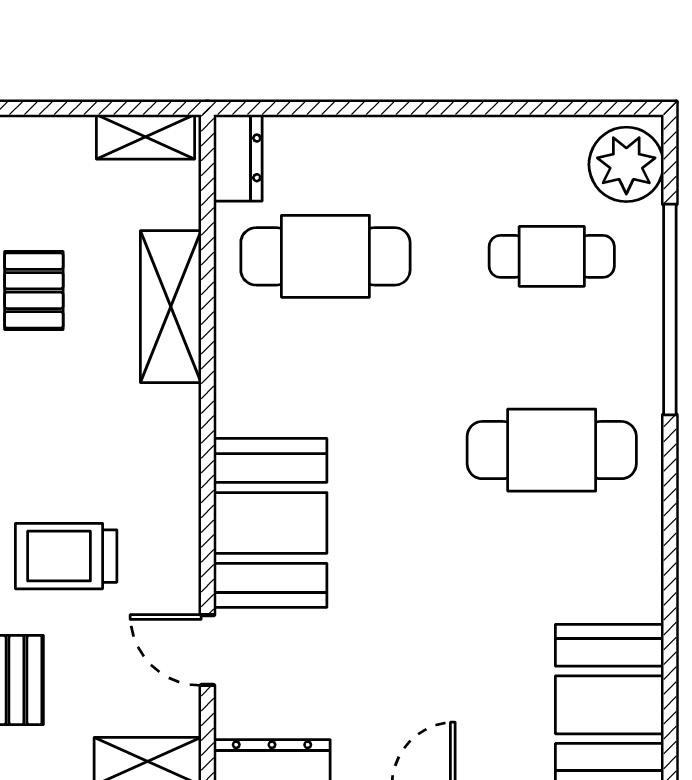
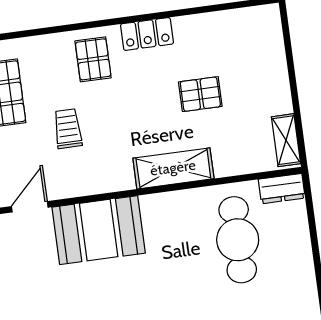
shelving: (171, 307) -> (173, 168), moved
trolley: (66, 556) -> (68, 129), width x0.73, depth x0.72

